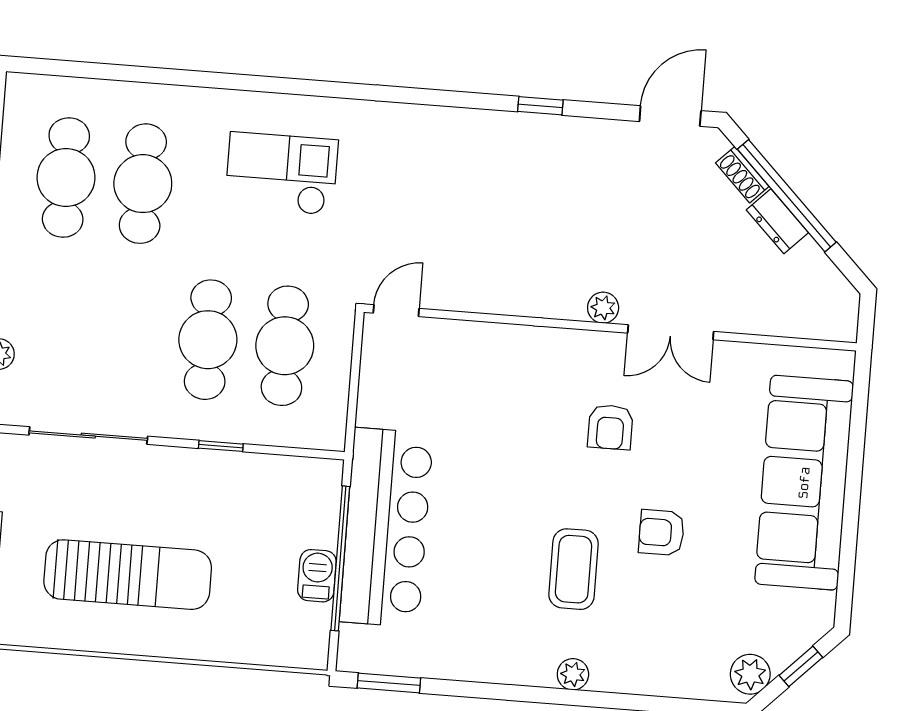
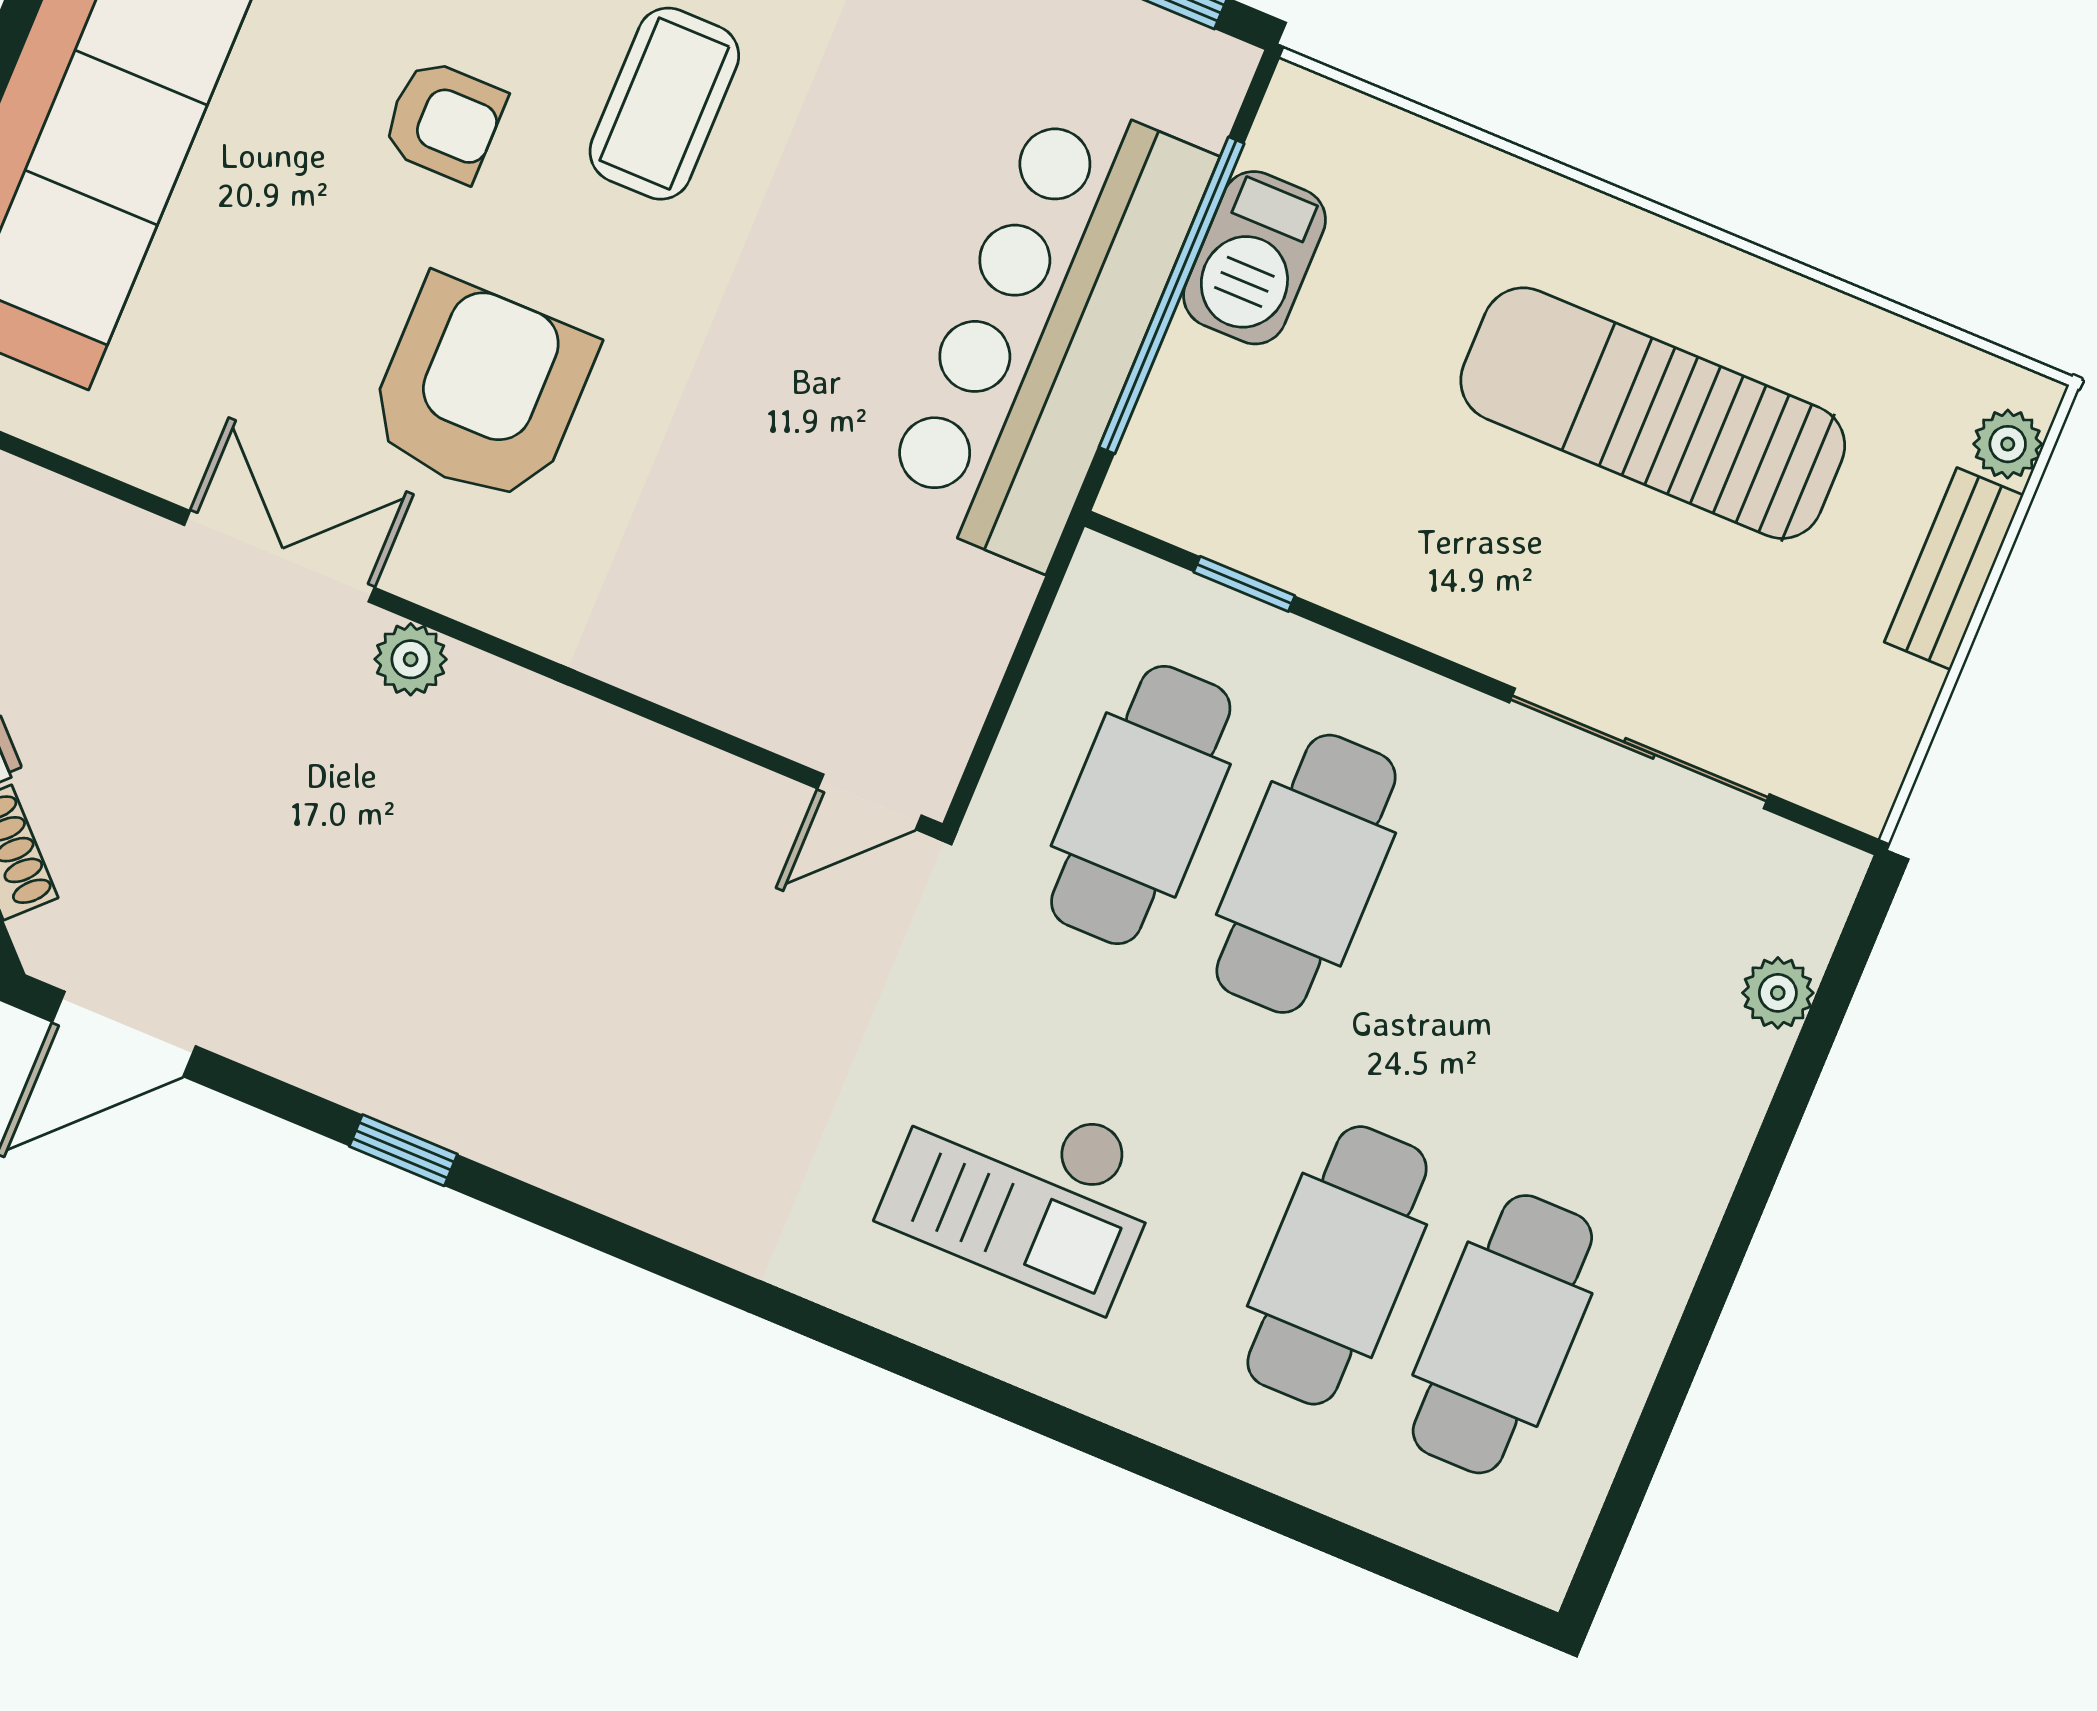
armchair: (610, 427) -> (481, 390), width x1.88, depth x1.88
window: (221, 446) -> (1244, 584), moved
barbecue: (317, 576) -> (1255, 258), width x1.38, depth x1.27

